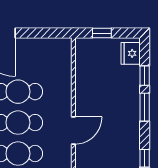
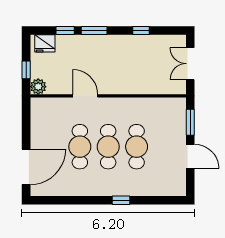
plant: (84, 46) -> (38, 87), added
door: (73, 130) -> (85, 96), moved

